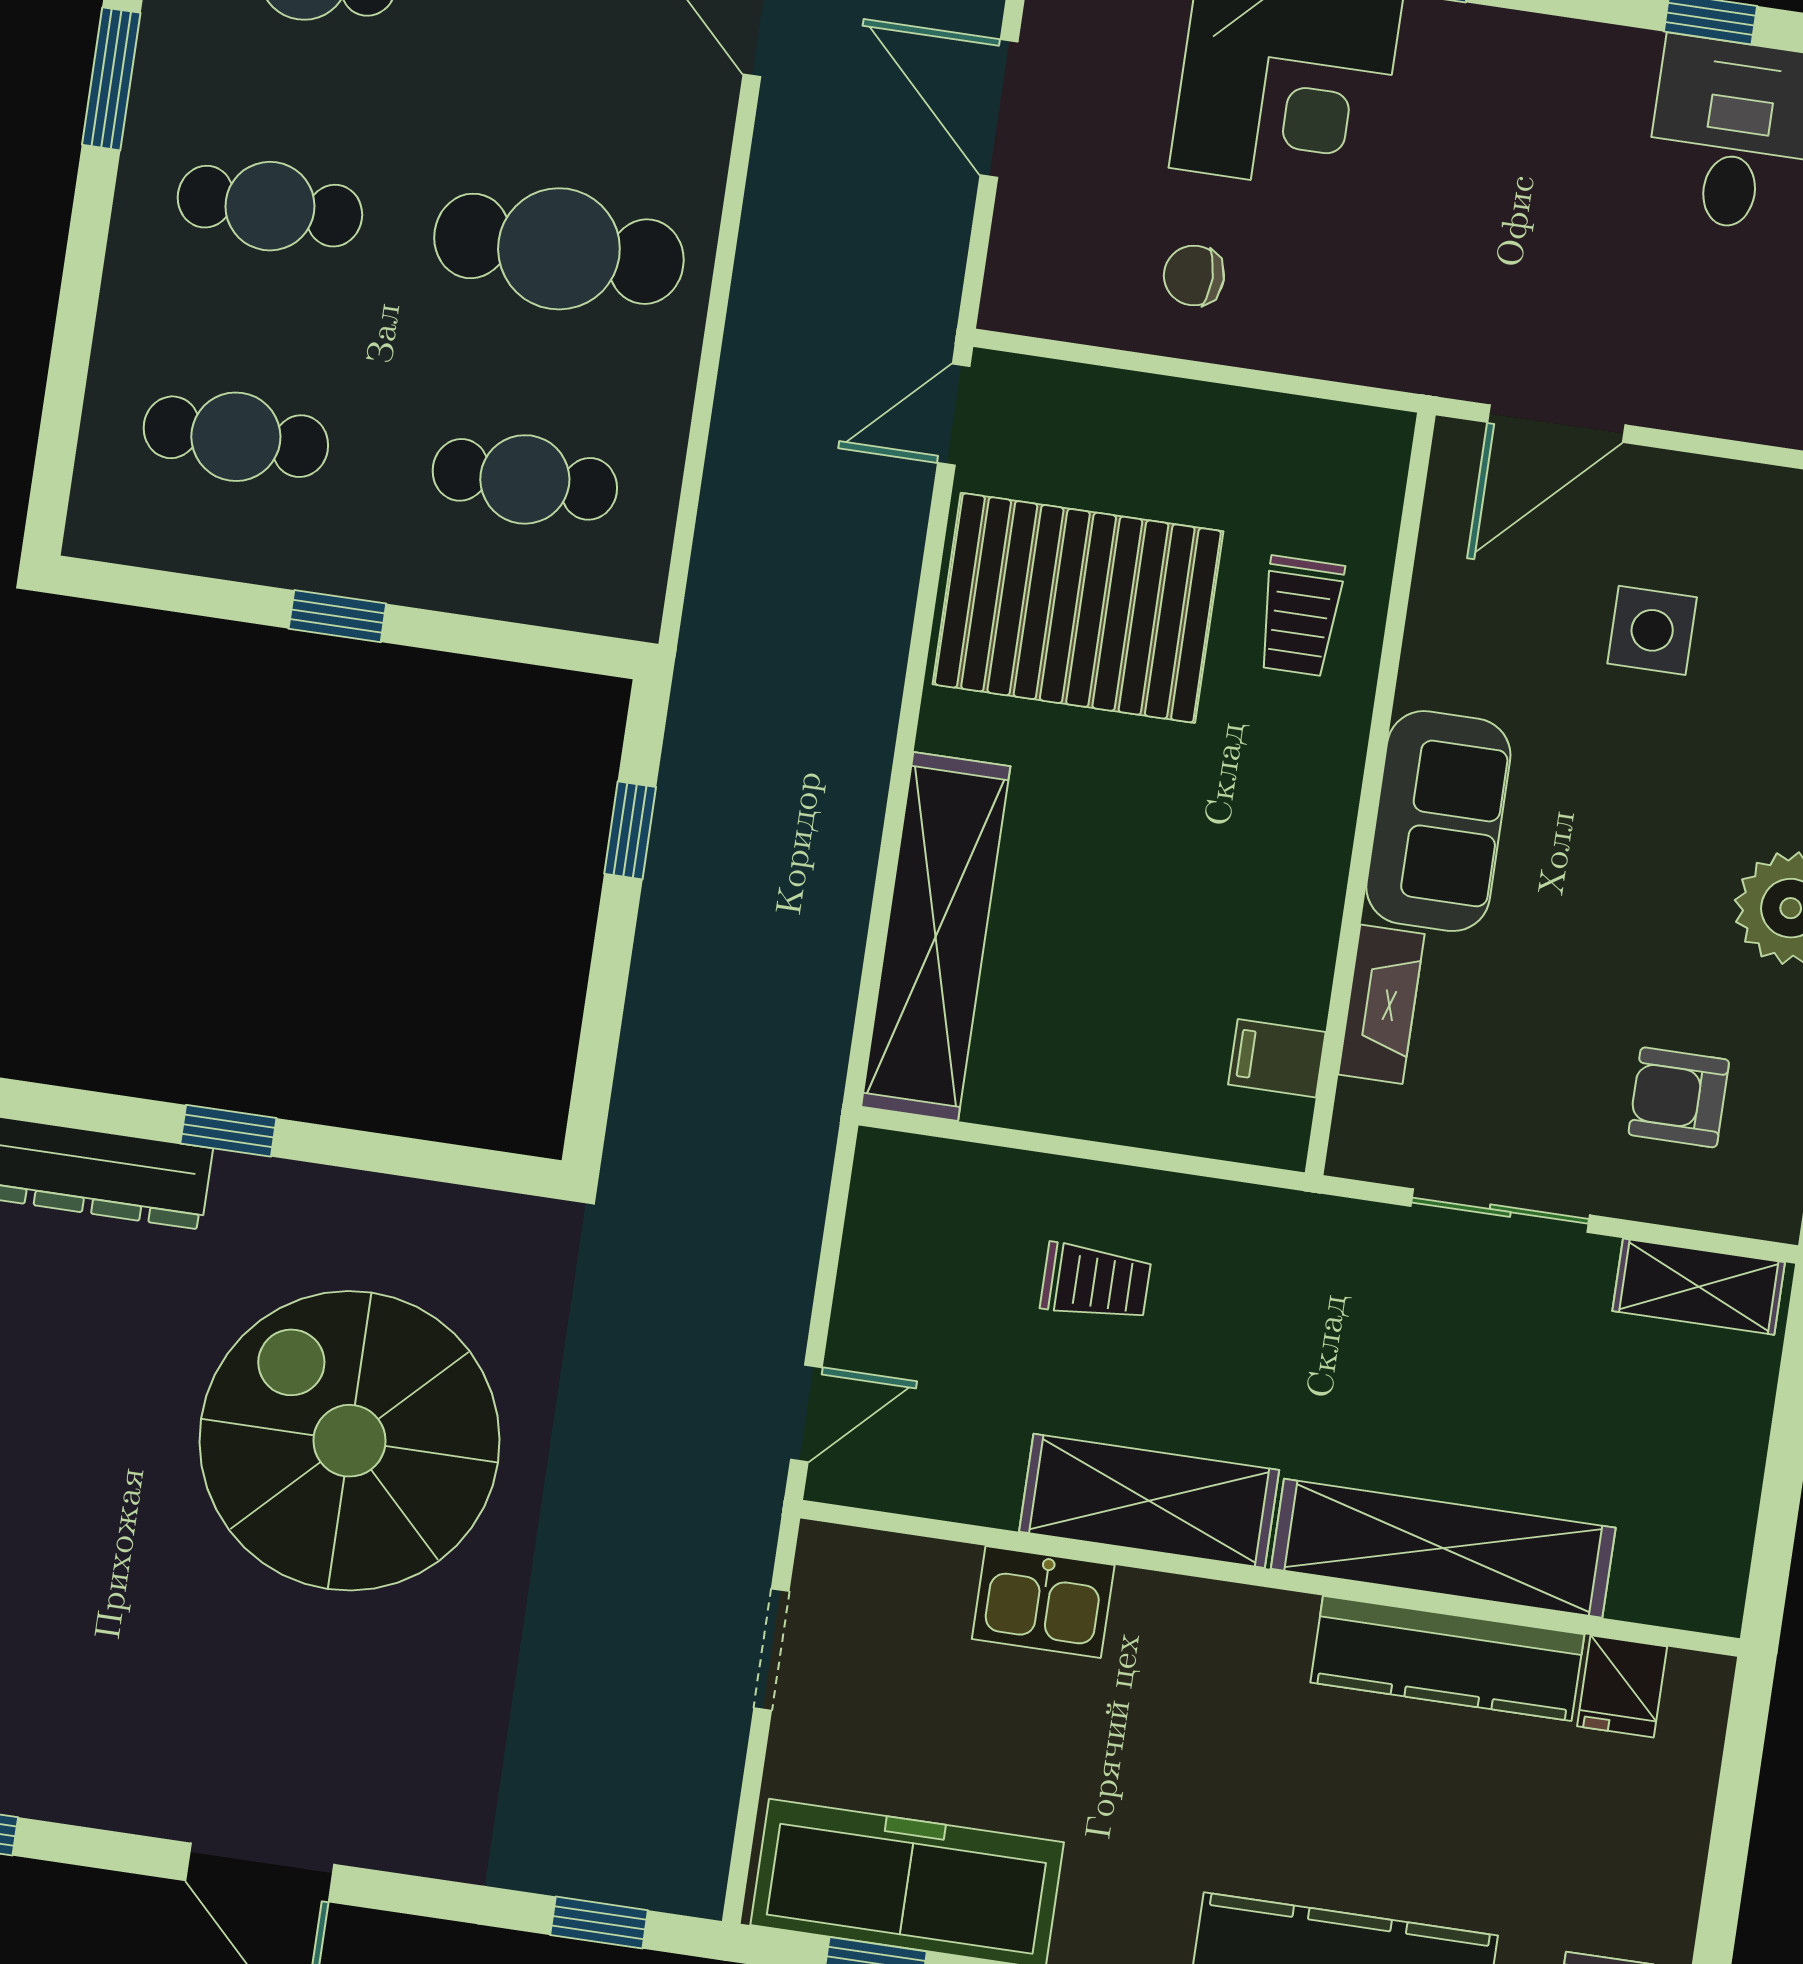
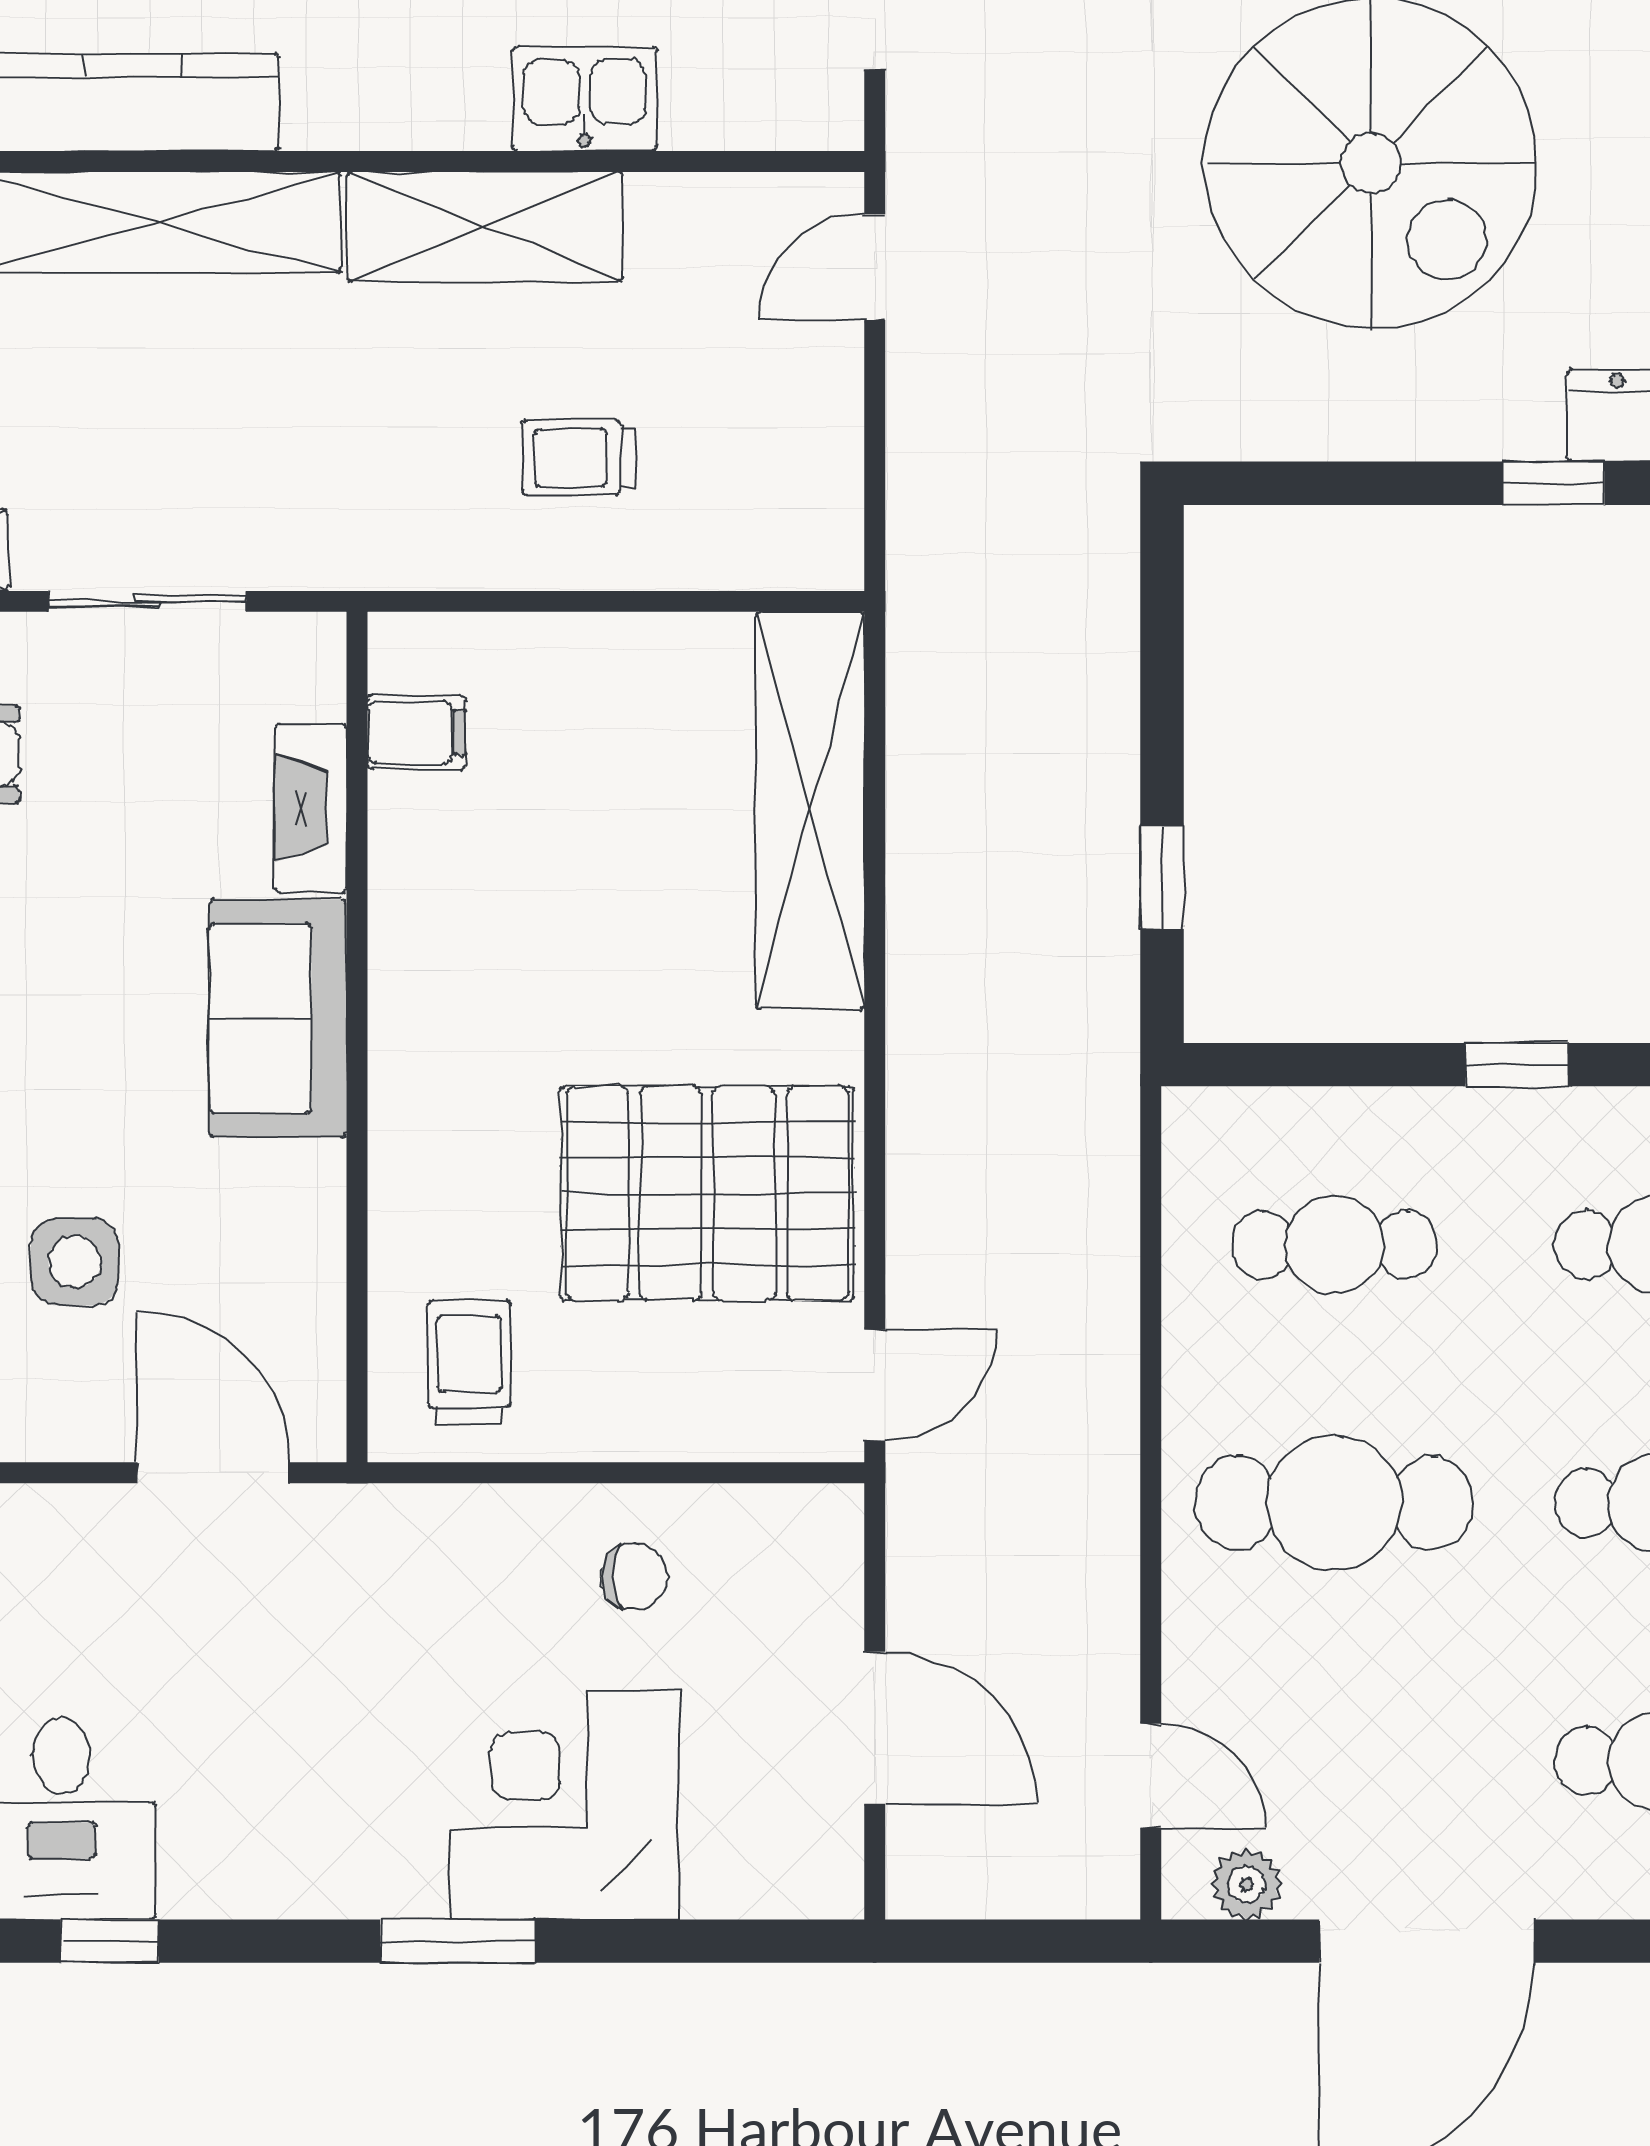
door: (1556, 424) -> (213, 1473), hinge flipped
trolley: (1300, 616) -> (469, 1363), moved

